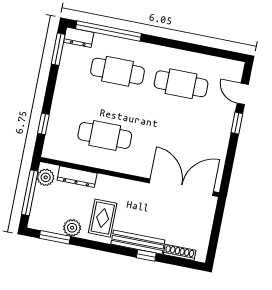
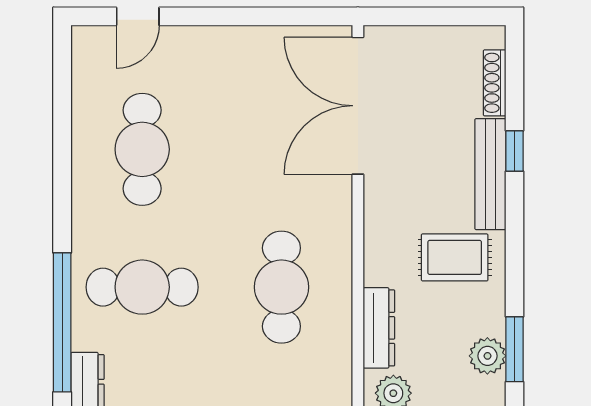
cafe table: (118, 71) -> (142, 287), turned 90
window: (237, 123) -> (201, 16), removed
plant: (72, 228) -> (487, 356), moved

